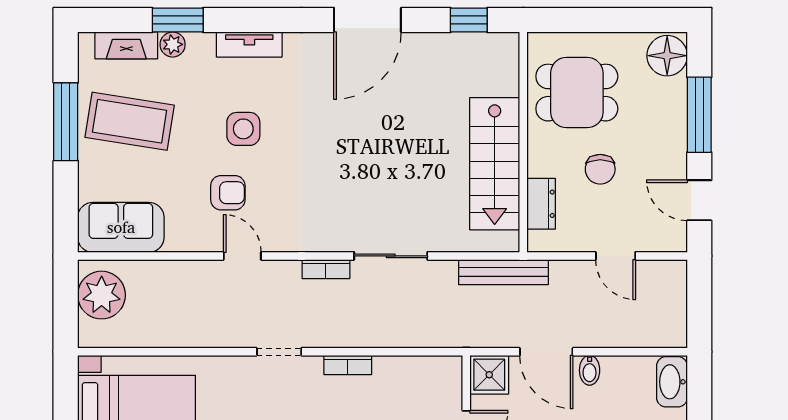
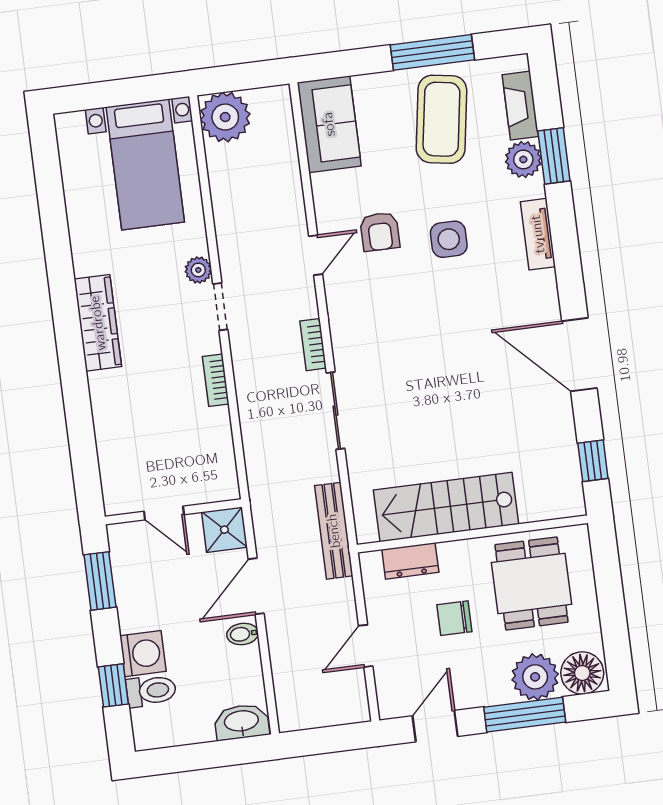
plant: (173, 44) -> (523, 159), width x1.38, depth x1.38
plant: (665, 100) -> (535, 677), added
plant: (102, 295) -> (225, 117), moved
plant: (242, 368) -> (198, 270), added

